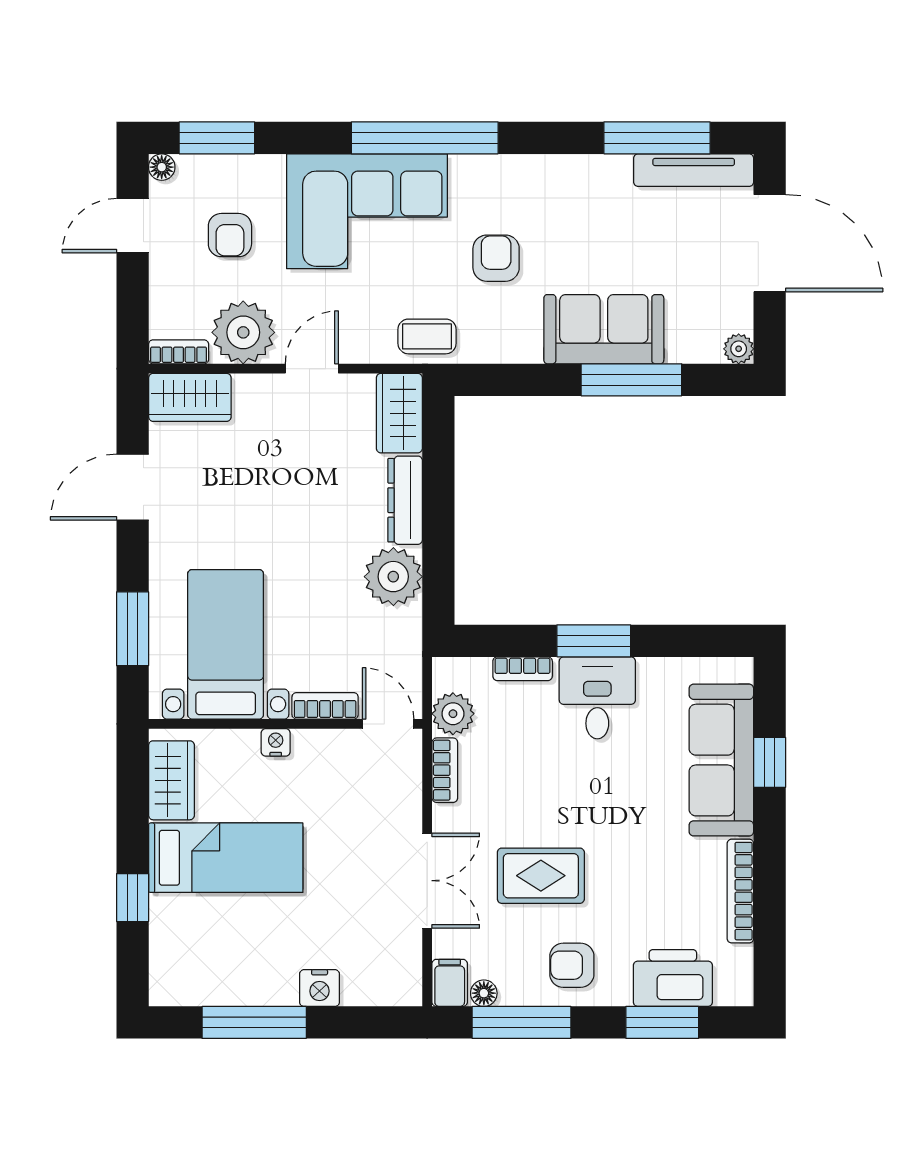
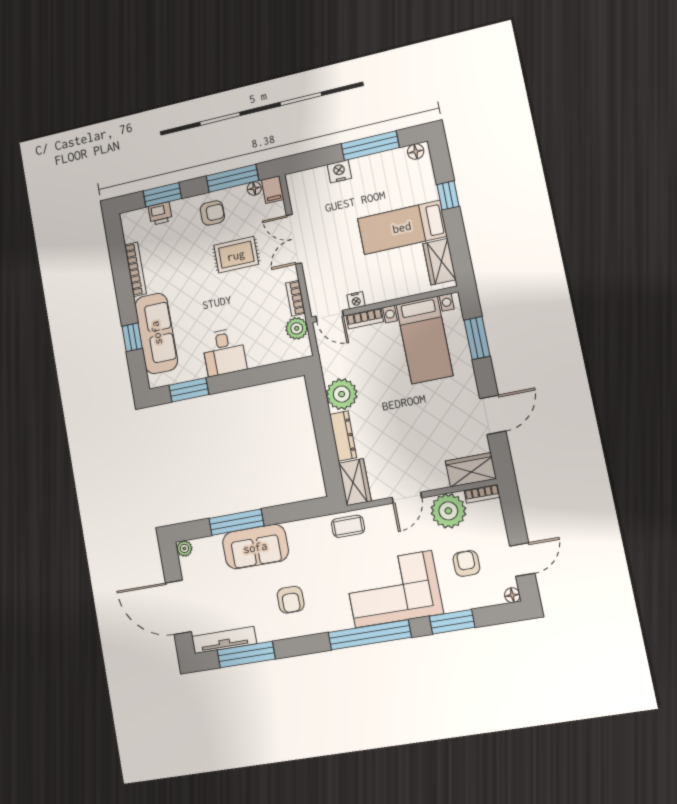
window: (217, 138) -> (452, 622), moved
armchair: (496, 258) -> (291, 600), moved
window: (594, 641) -> (189, 390), moved
bookcase: (523, 669) -> (265, 359), removed
nightstand: (276, 742) -> (356, 300), moved
printer: (673, 978) -> (160, 214), width x0.53, depth x0.68
floor lamp: (174, 992) -> (416, 152), added

